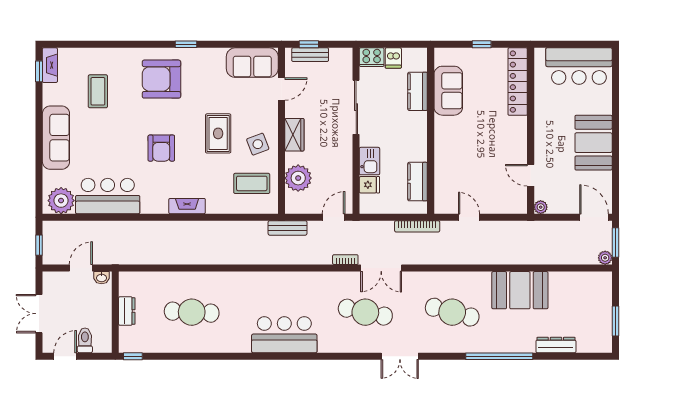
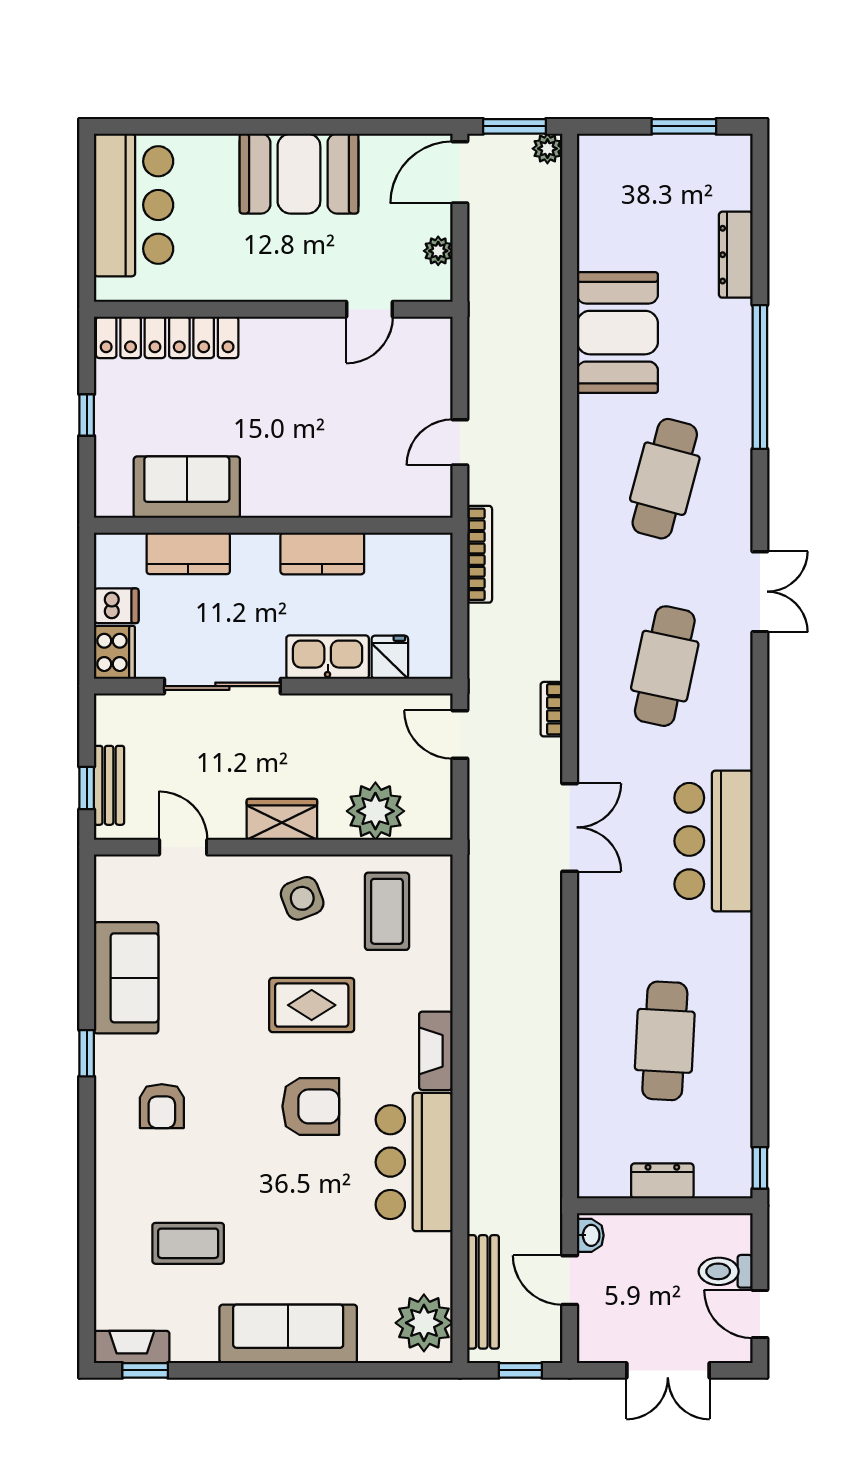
sofa: (252, 63) -> (126, 978), moved
armchair: (161, 79) -> (162, 1106), width x0.53, depth x0.53
rug: (218, 133) -> (312, 1005), moved
kitchen sink: (369, 161) -> (328, 657), width x1.38
kitchen counter: (418, 182) -> (322, 553), moved
bar counter: (108, 196) -> (414, 1162), moved
plant: (541, 207) -> (438, 251), moved
bench: (288, 228) -> (483, 1292), moved, width x1.36
double door: (381, 268) -> (570, 827), moved

